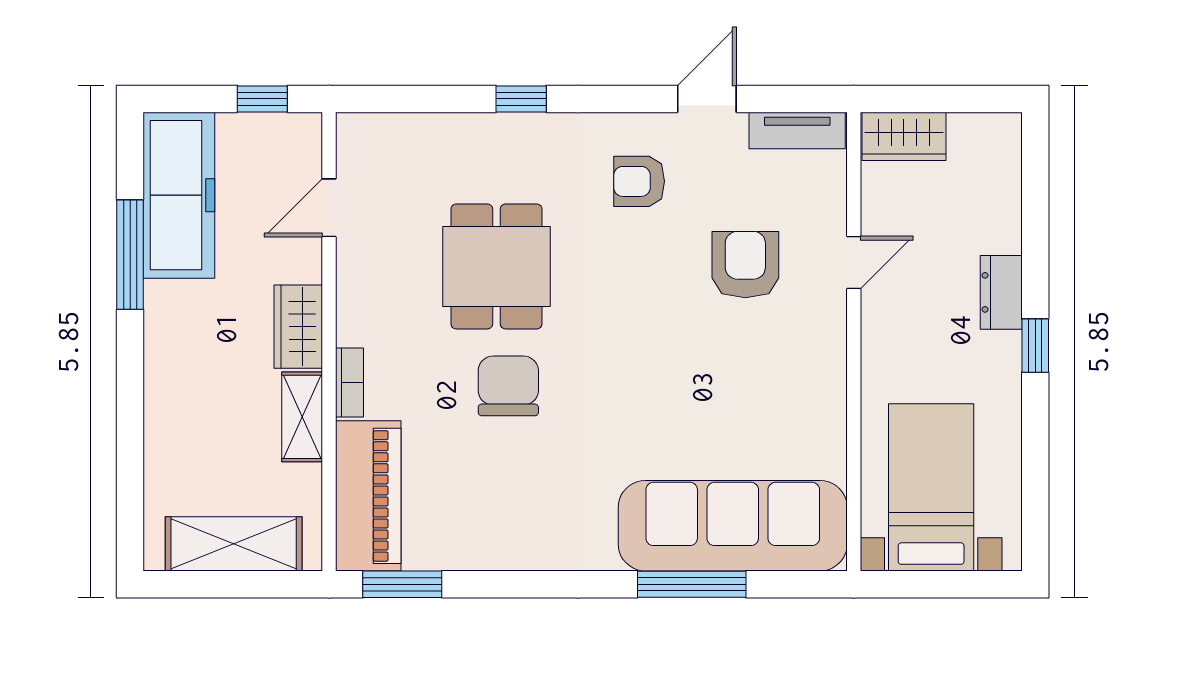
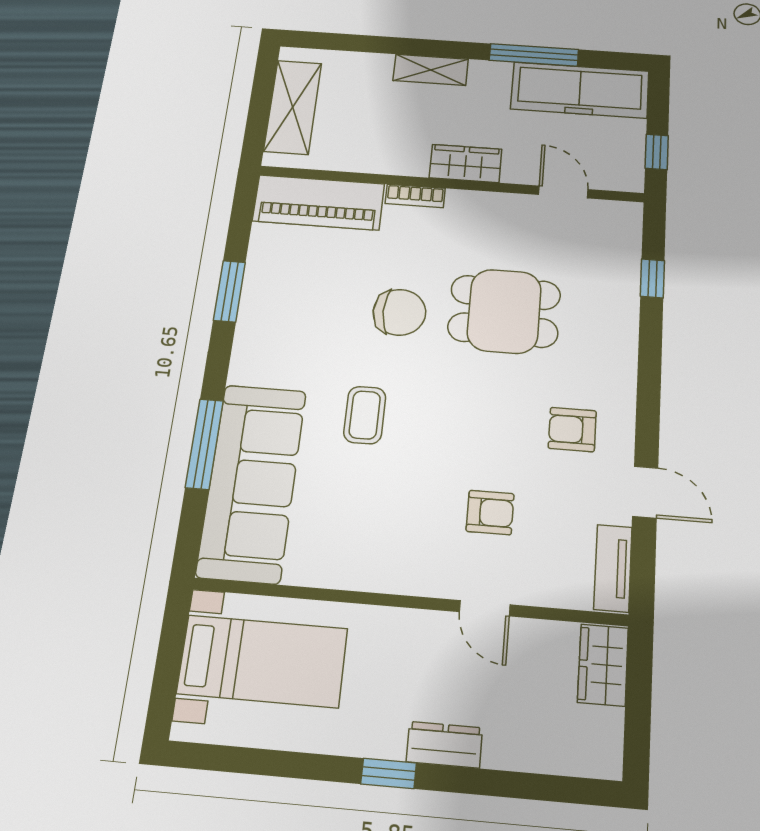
window: (521, 99) -> (652, 278), moved
armchair: (639, 181) -> (572, 430), turned -90
armchair: (745, 265) -> (490, 512), width x0.72, depth x0.72
coffee table: (641, 412) -> (365, 415), added
shelving: (302, 417) -> (431, 70), moved
window: (402, 584) -> (229, 291), moved

